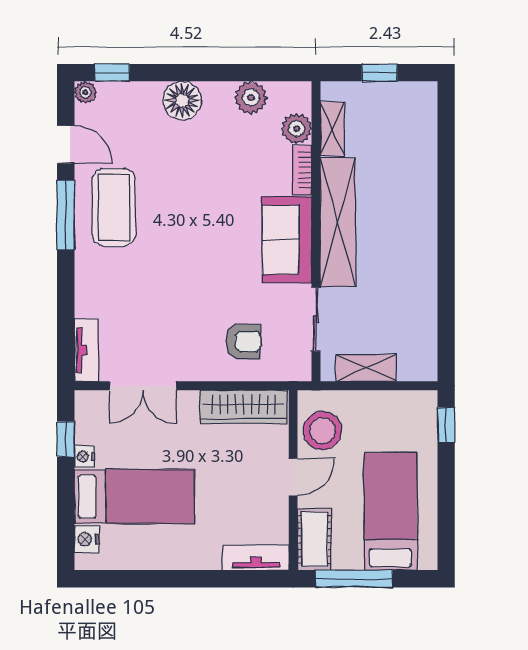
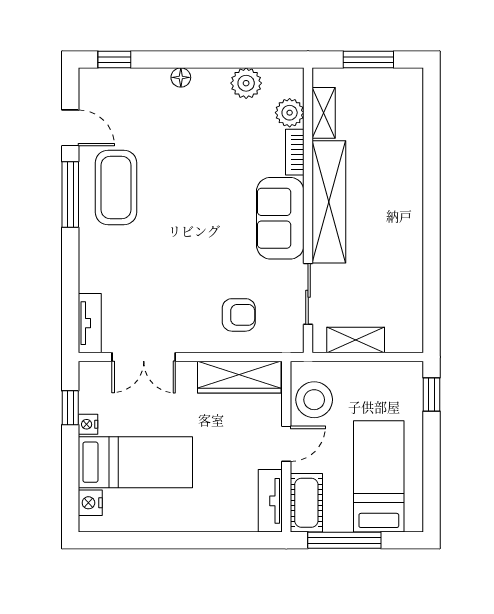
window: (380, 73) -> (368, 60), width x1.50
plant: (85, 92) -> (89, 78), removed
floor lamp: (182, 101) -> (181, 77), width x0.53, depth x0.53
tv unit: (256, 558) -> (270, 501), moved, turned -90

